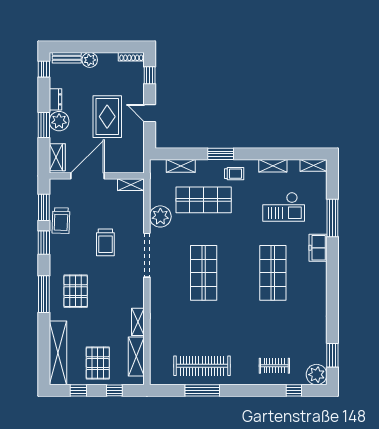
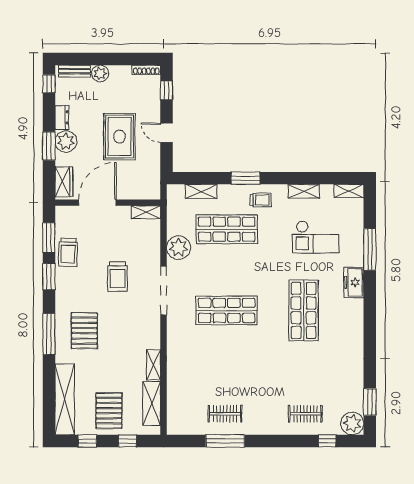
shop shelf: (204, 273) -> (227, 310), turned 90
clothes rail: (202, 366) -> (225, 414), width x0.54, depth x0.76

